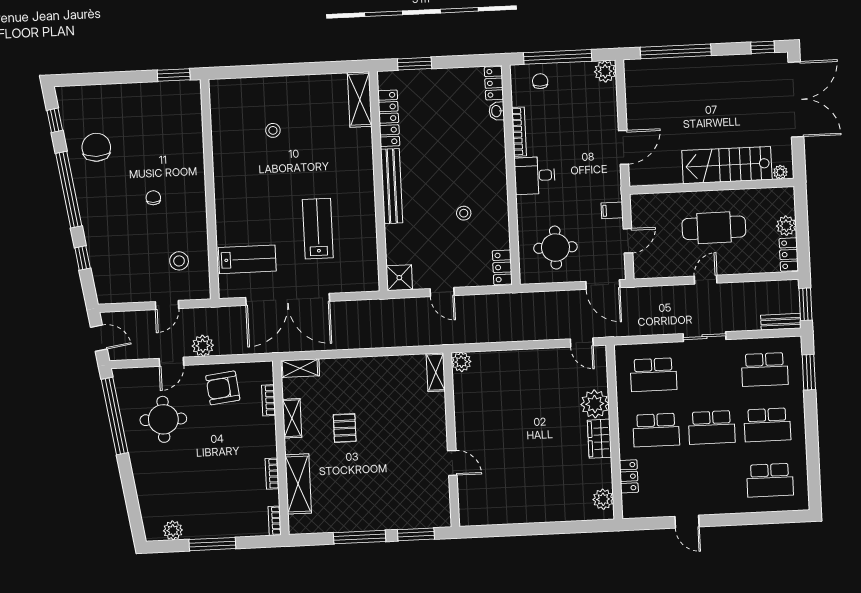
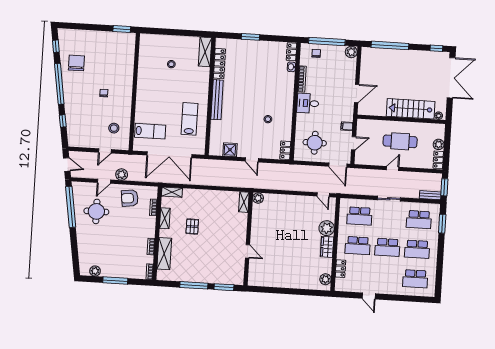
shelving: (360, 99) -> (205, 52), moved
locker: (389, 118) -> (219, 64), moved
wall: (378, 181) -> (210, 96), moved
bench: (392, 186) -> (217, 100), moved

